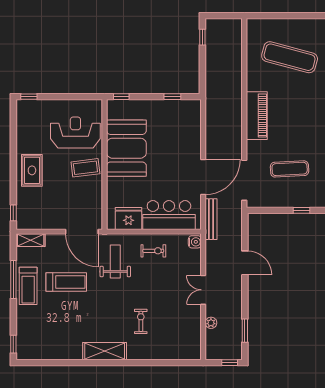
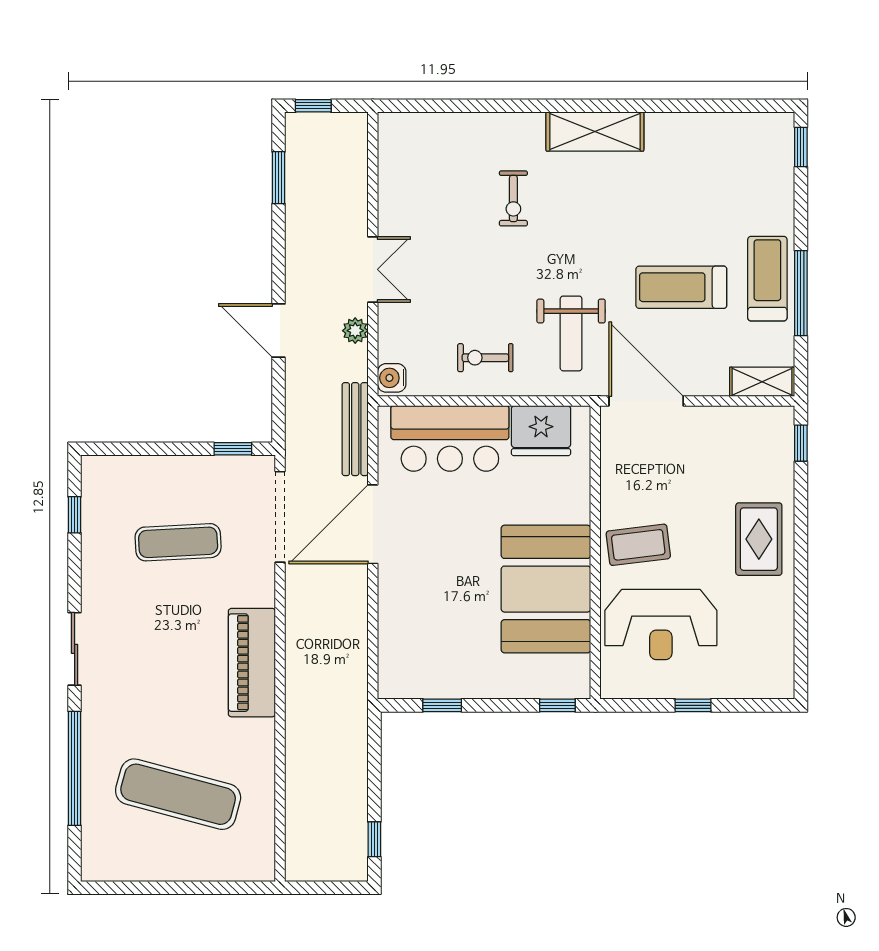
window: (29, 97) -> (693, 705), moved
window: (301, 210) -> (233, 449), moved
plant: (211, 323) -> (355, 331), moved

